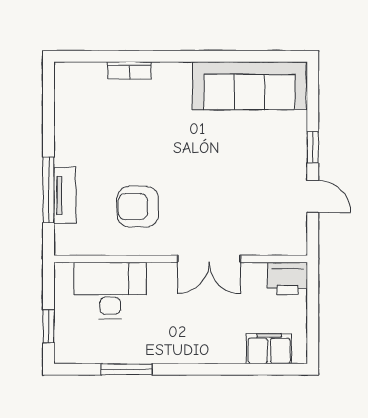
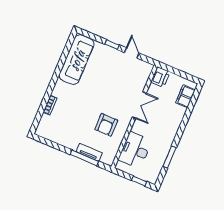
door: (313, 196) -> (132, 53), hinge flipped

